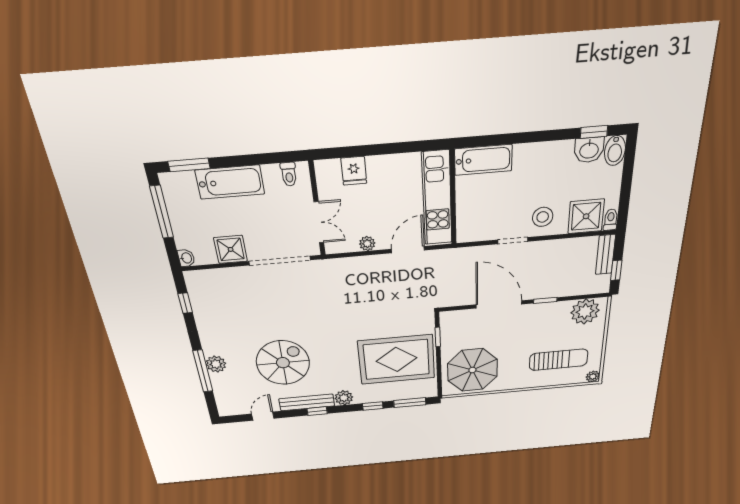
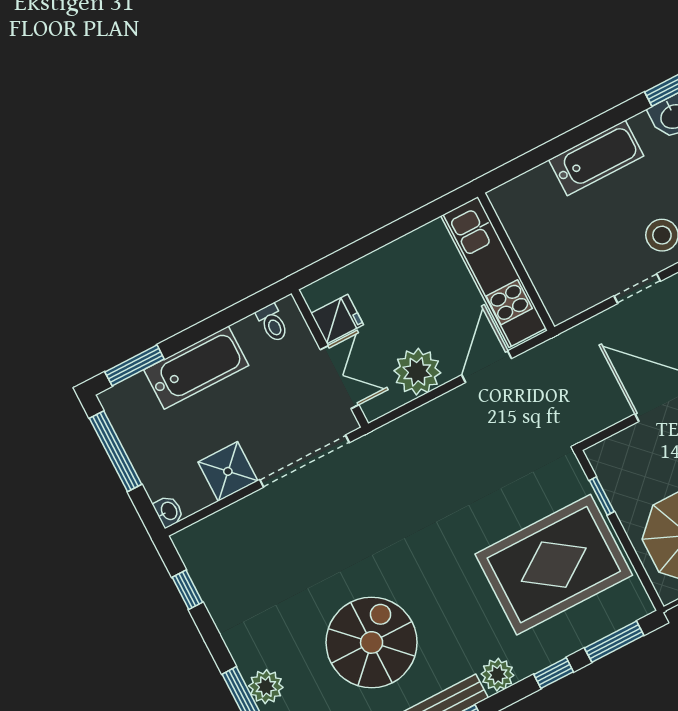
bathtub: (483, 160) -> (596, 158), moved
fridge: (354, 171) -> (337, 319), moved, turned -90
plant: (367, 244) -> (417, 372), width x1.87, depth x1.87

